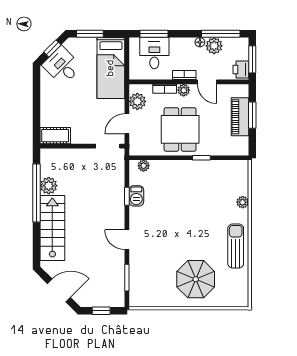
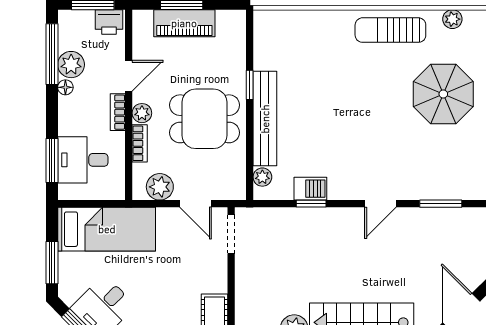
bench: (180, 167) -> (265, 119), added
plant: (243, 202) -> (452, 19), moved

